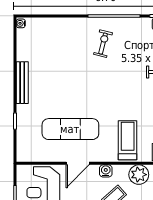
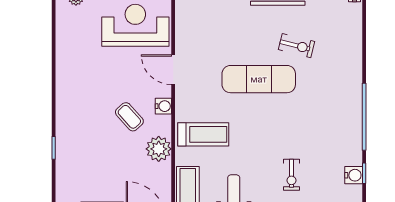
exercise bike: (103, 44) -> (297, 46), moved
exercise mat: (70, 129) -> (259, 79), moved, turned 90

